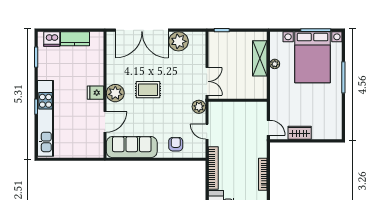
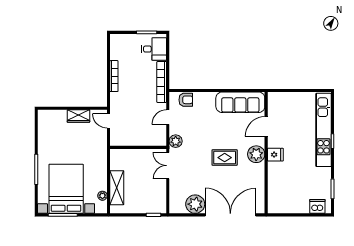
kitchen counter: (75, 39) -> (295, 207), removed
plant: (275, 64) -> (102, 196), moved
door: (207, 132) -> (168, 117), swing flipped
armchair: (176, 144) -> (186, 100), moved, turned -90

